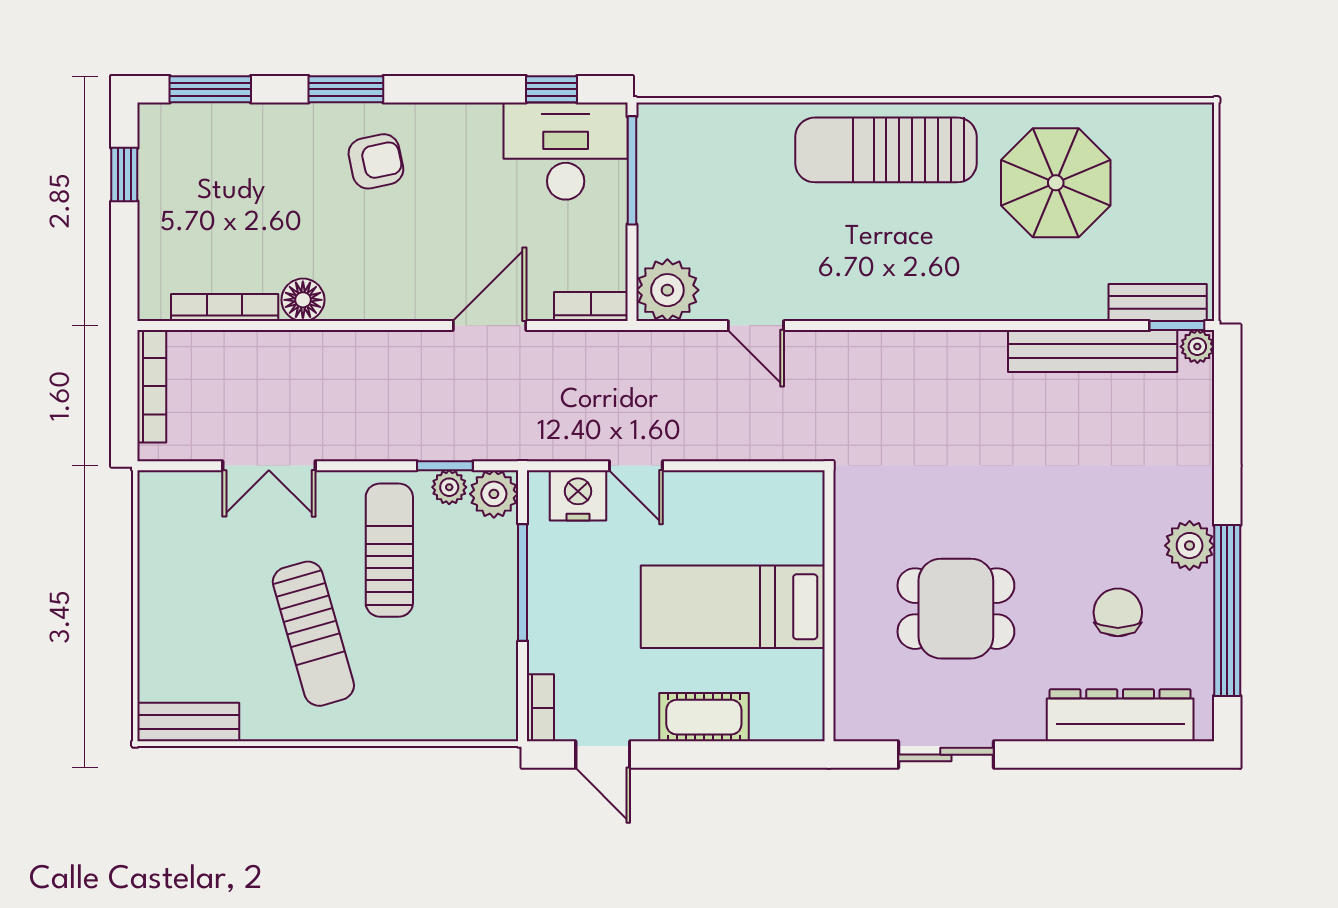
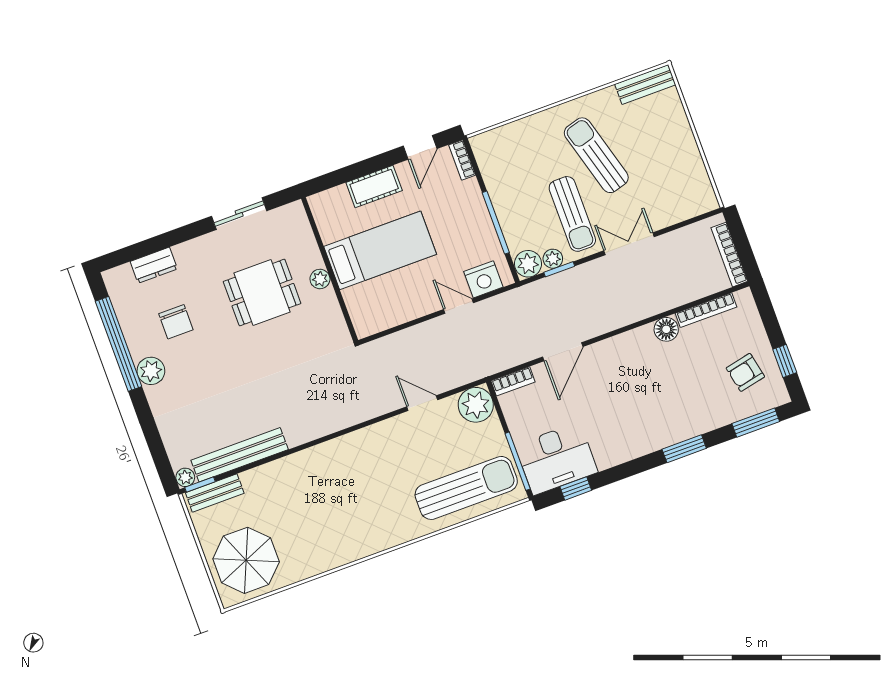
sun lounger: (886, 150) -> (466, 488), moved
armchair: (376, 161) -> (745, 372), moved
parasol: (1056, 183) -> (246, 560), moved
double door: (269, 466) -> (629, 244), moved
plant: (851, 596) -> (320, 279), added
dresser: (1120, 715) -> (154, 265), width x0.51, depth x0.80
door: (603, 755) -> (420, 147), swing flipped

